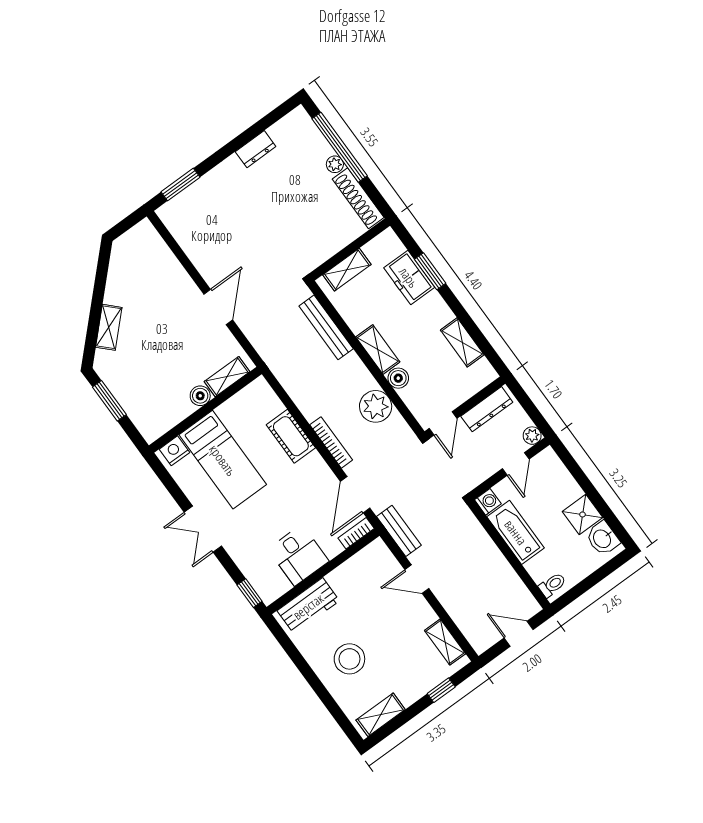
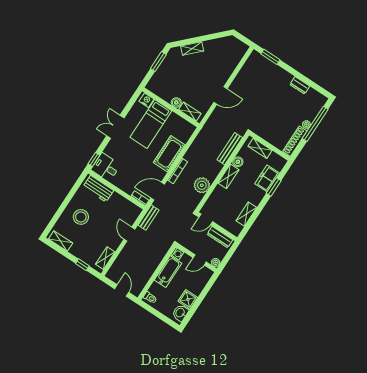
boiler: (398, 378) -> (238, 162), moved
cot: (291, 436) -> (169, 154), width x1.37, depth x1.34
desk: (298, 555) -> (106, 167), moved, turned 90

